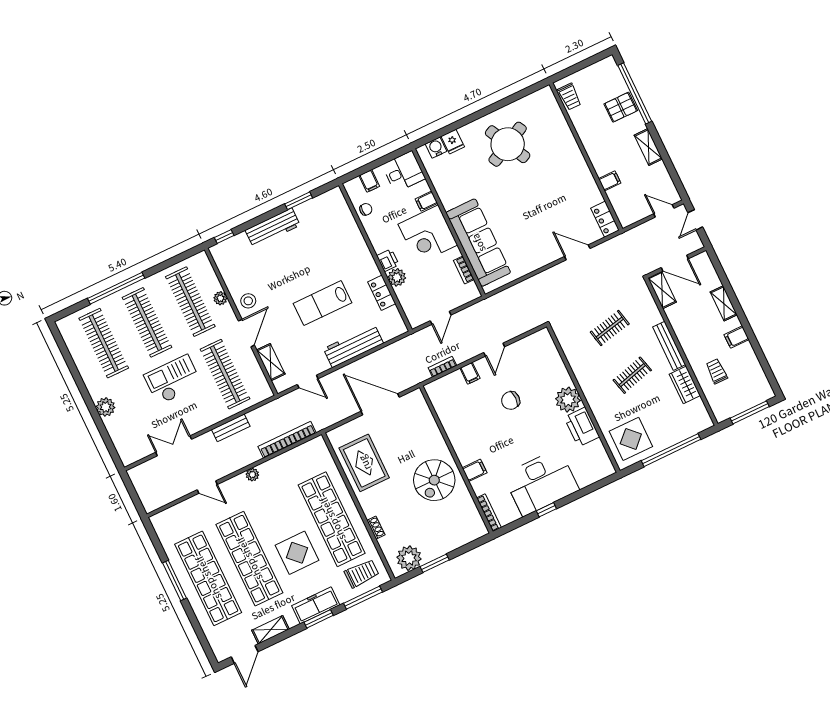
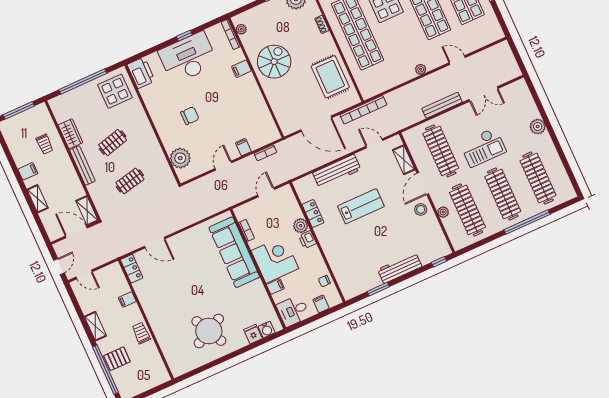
trolley: (570, 97) -> (141, 333), moved
plant: (568, 400) -> (180, 158), moved
chair: (511, 401) -> (190, 116), moved
printer: (582, 427) -> (141, 73), moved
bench: (231, 428) -> (442, 105), width x1.36
bookcase: (287, 440) -> (363, 110), moved
plant: (476, 519) -> (241, 29), added

